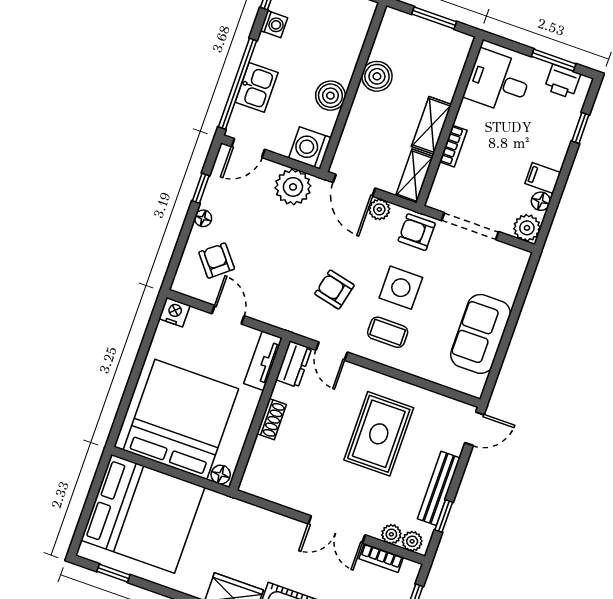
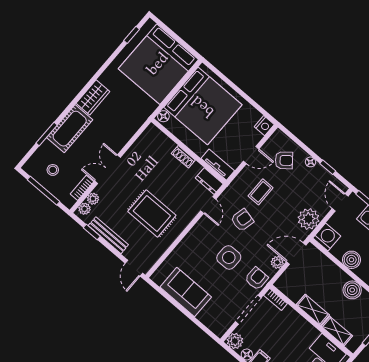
bookcase: (453, 146) -> (275, 299), moved
shelving: (414, 176) -> (337, 331), moved
coffee table: (388, 332) -> (261, 192), moved
door: (332, 351) -> (208, 205), swing flipped

